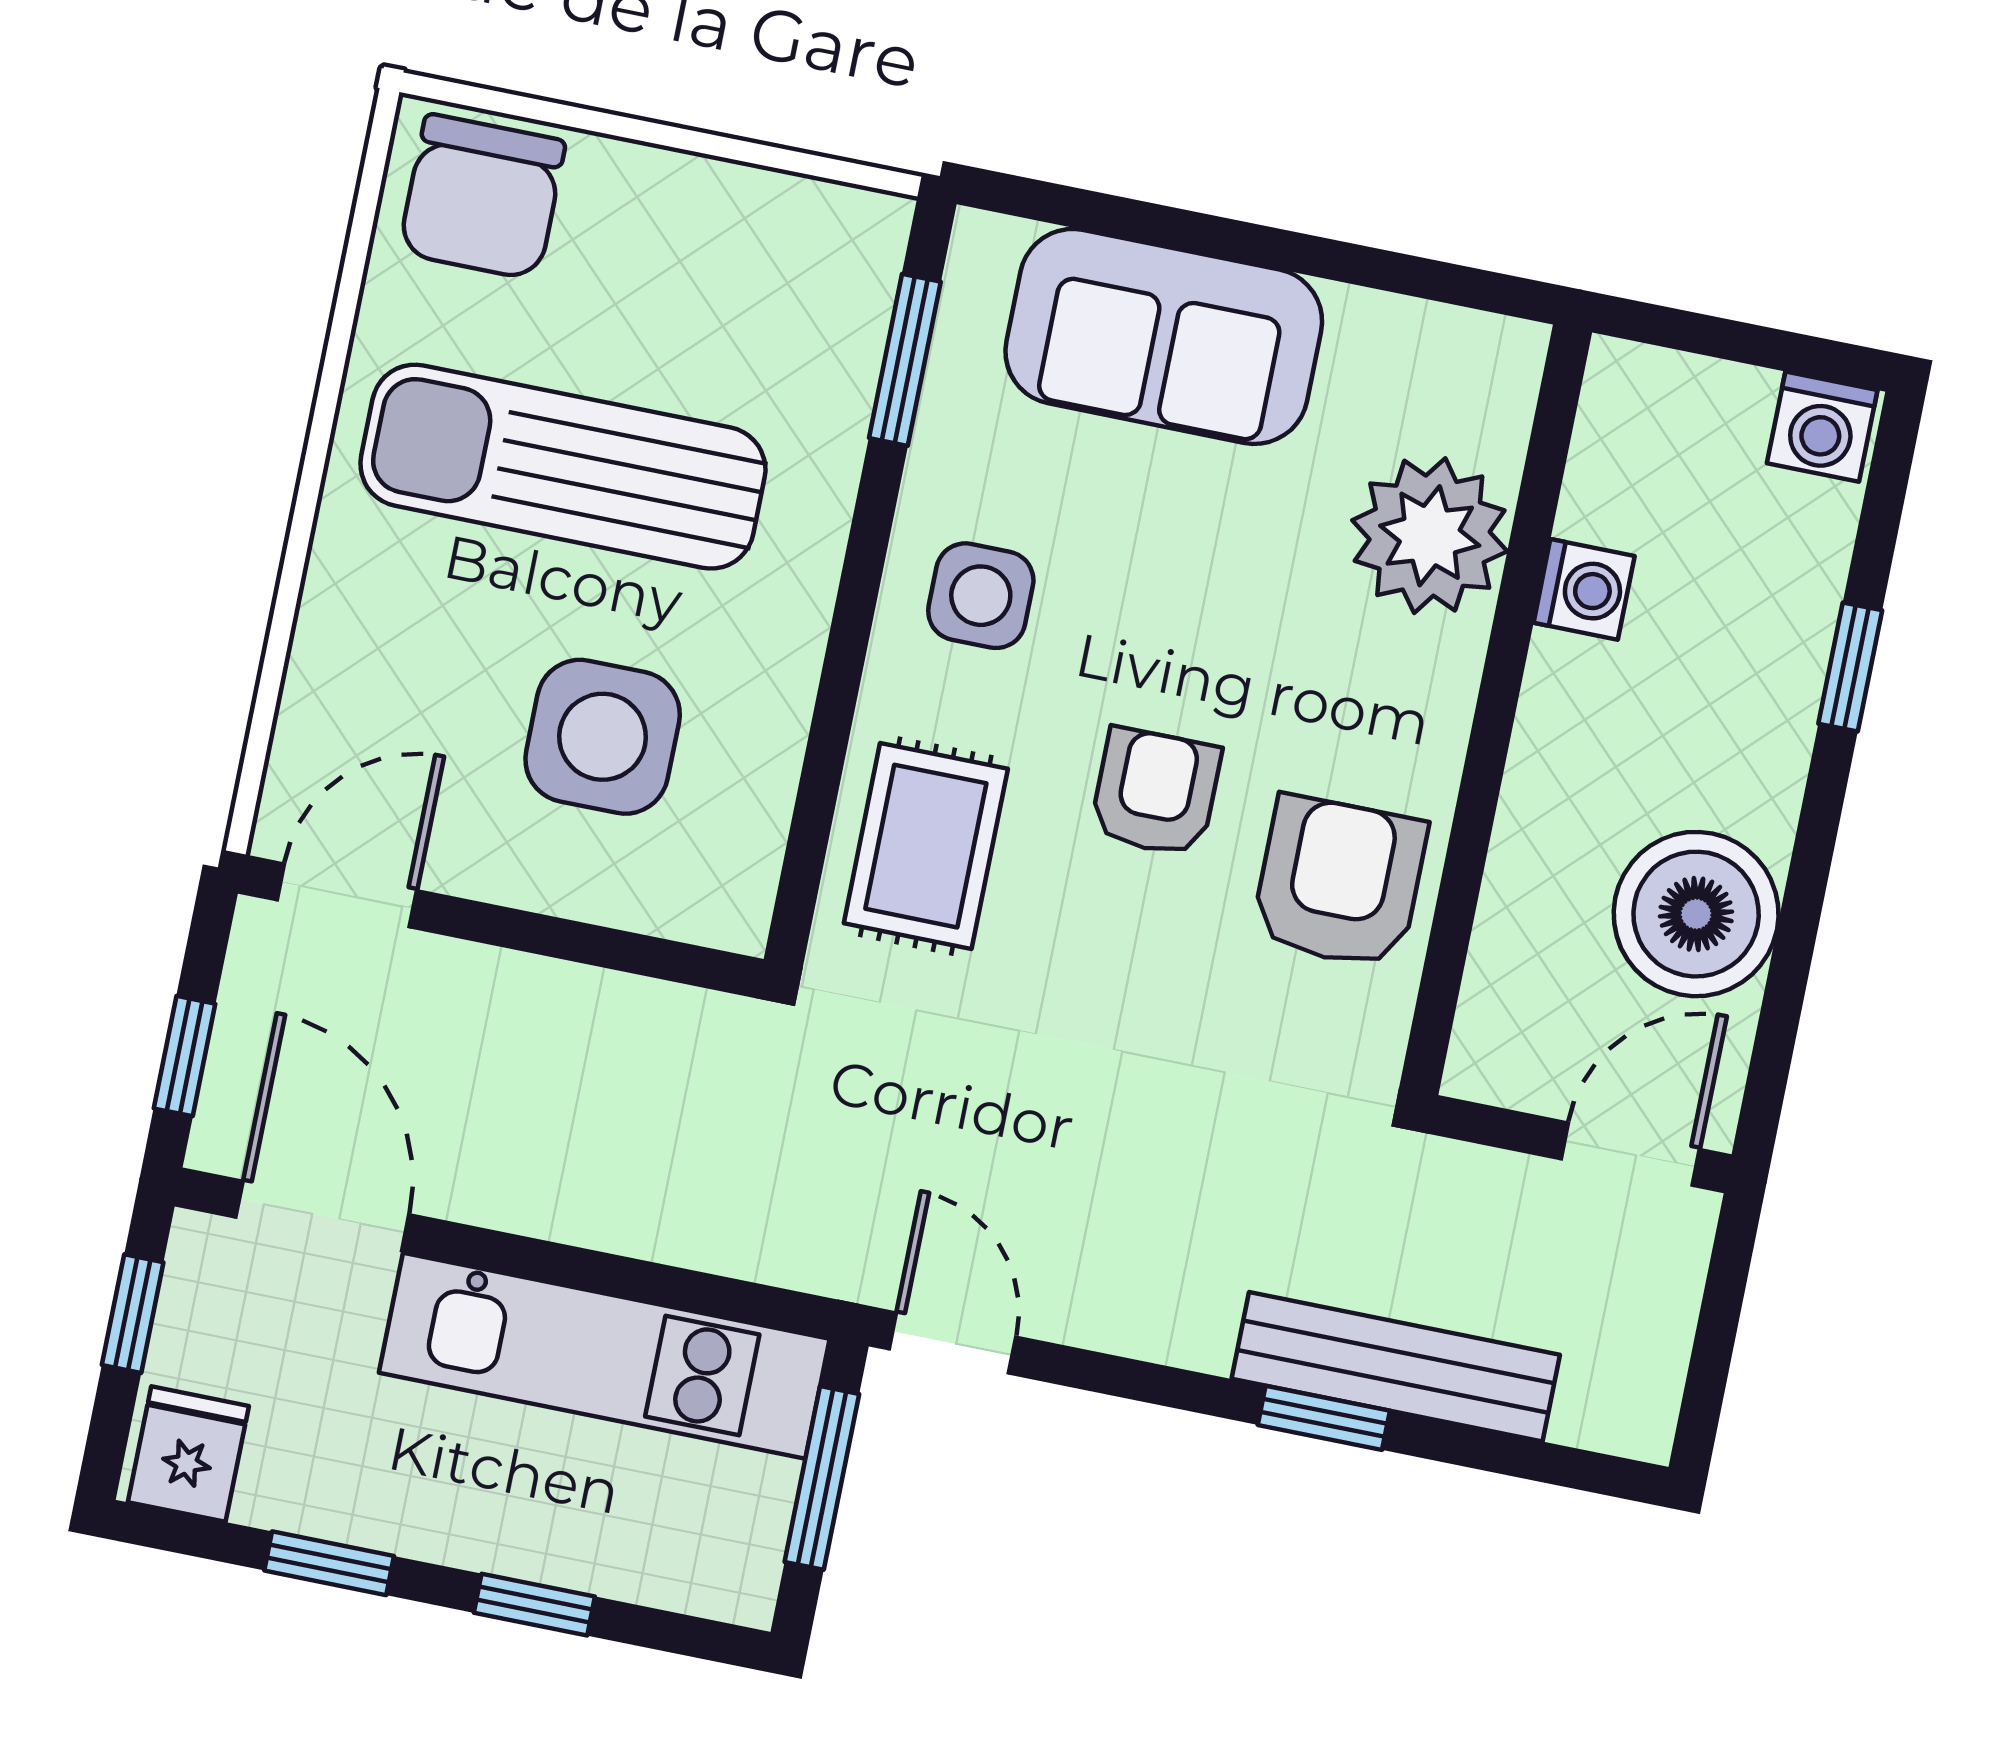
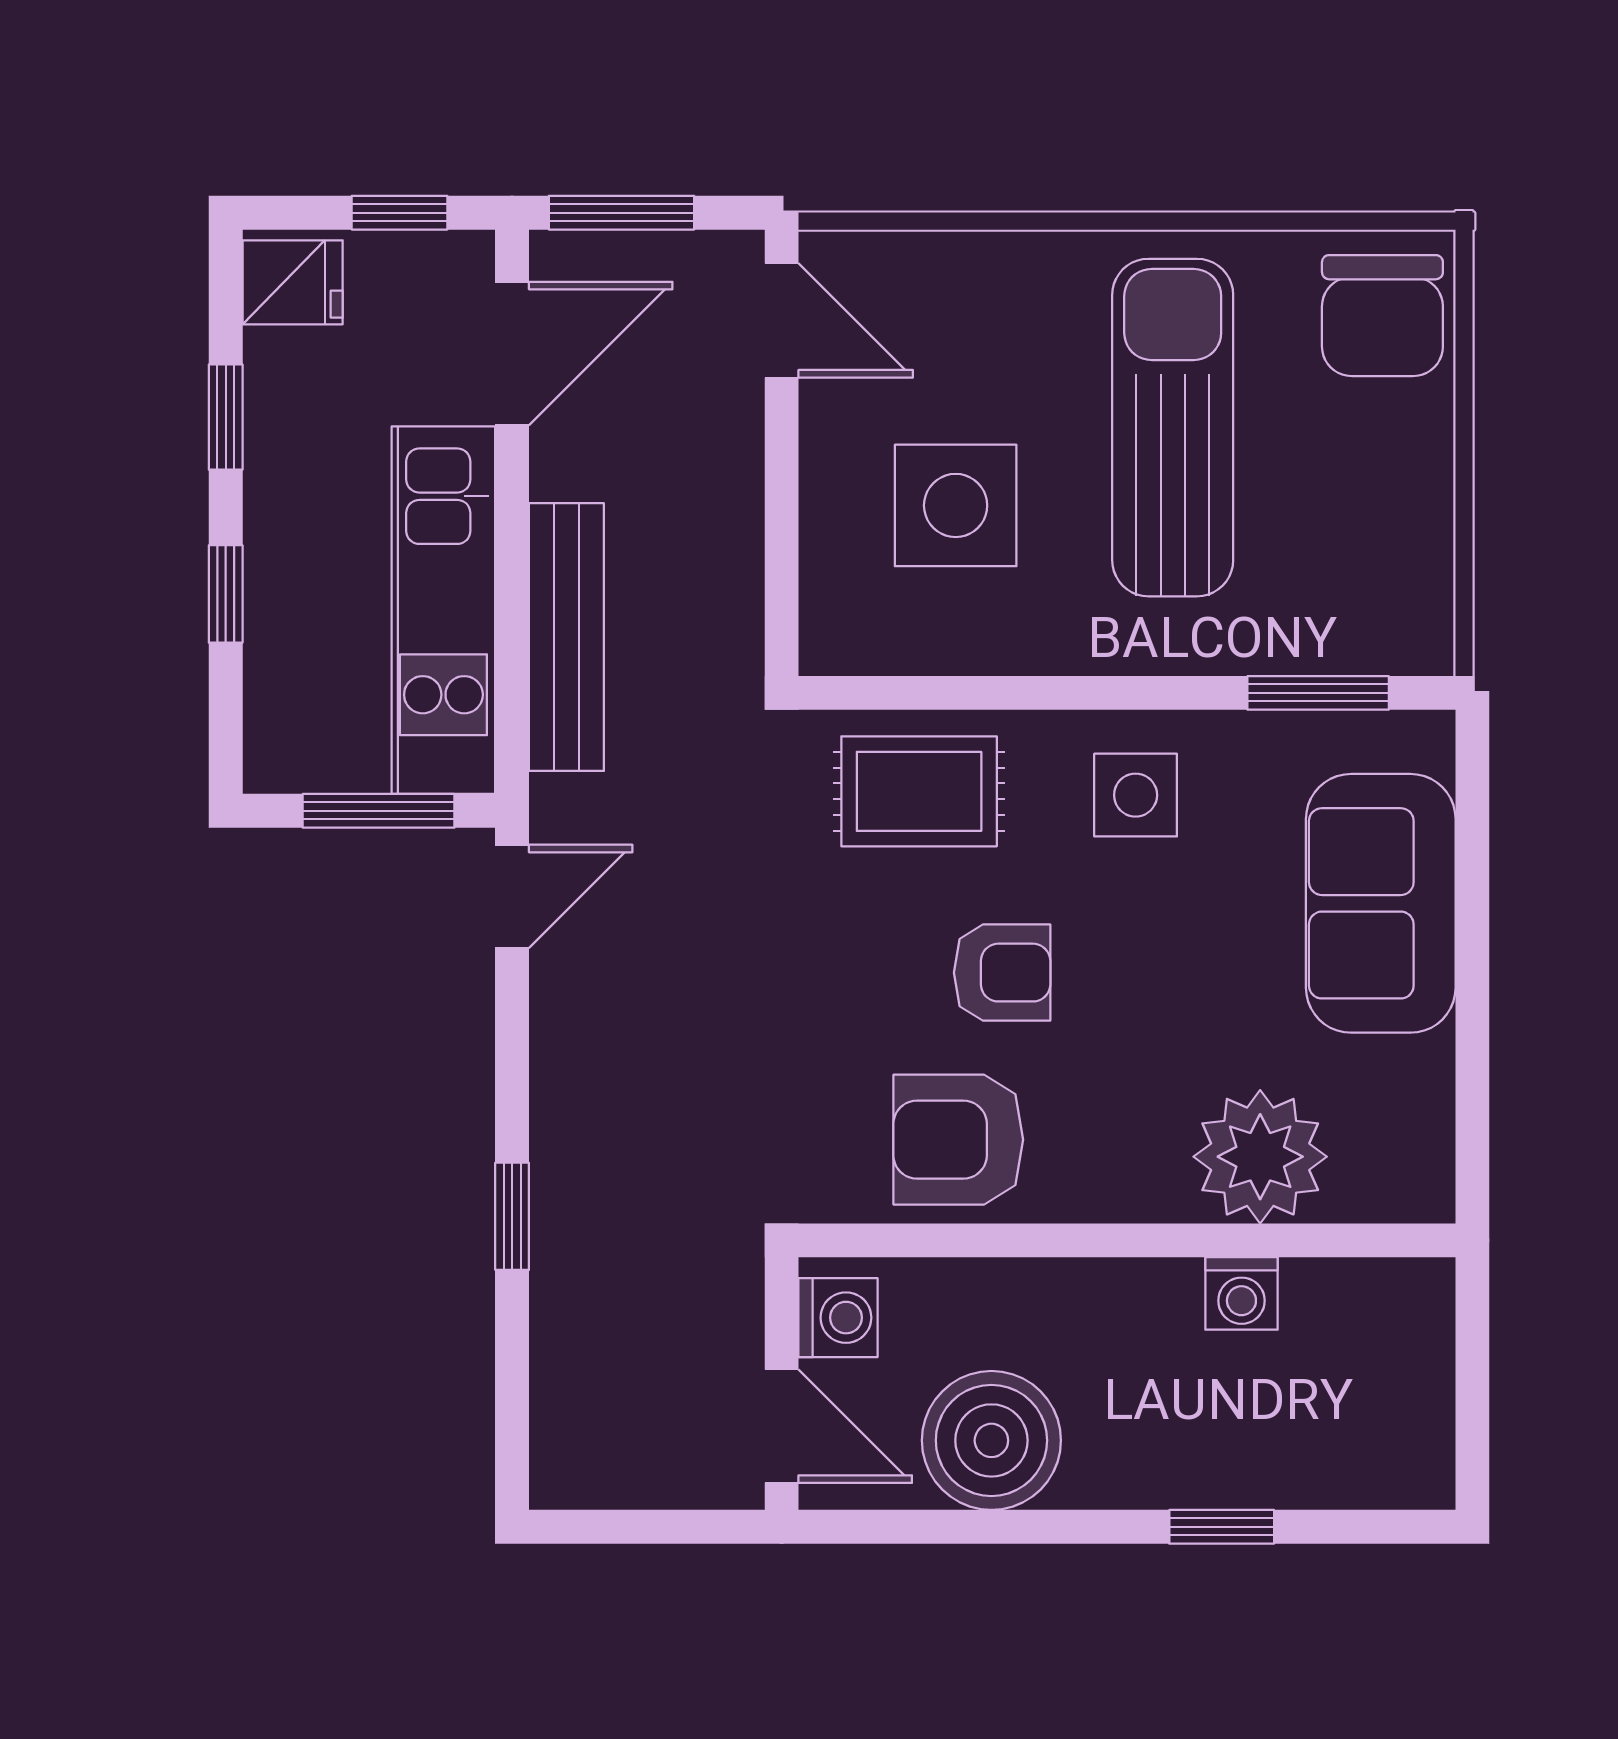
chair: (482, 197) -> (1382, 316), turned -90
washing machine: (1822, 427) -> (838, 1318), moved, turned 180
armchair: (1339, 882) -> (958, 1140), turned 180
window: (185, 1056) -> (621, 213), width x1.50
bench: (1396, 1367) -> (566, 637), moved

